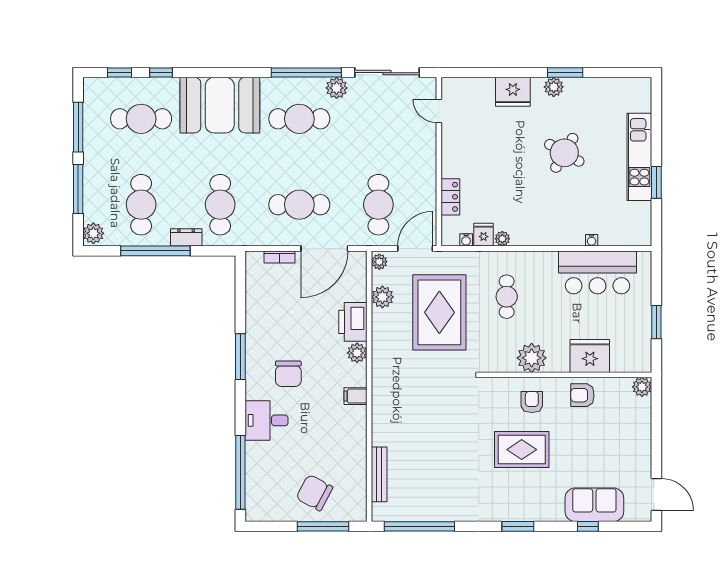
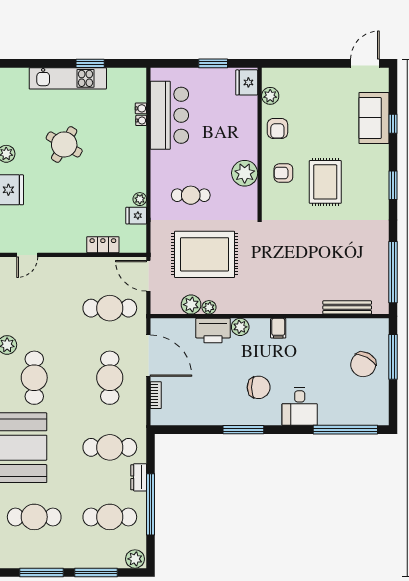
cafe table: (141, 119) -> (34, 517), turned 90
water cooler: (466, 240) -> (141, 108), moved
plant: (379, 262) -> (209, 307), moved
fridge: (590, 356) -> (247, 82), moved, width x0.73, depth x0.75
plant: (642, 387) -> (270, 96), moved

